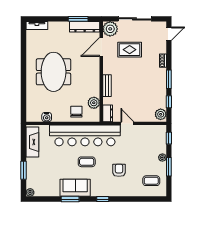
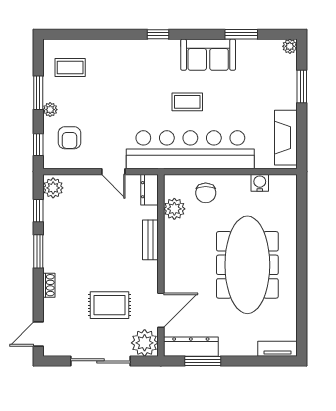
meeting table: (54, 72) -> (247, 265), width x1.36
armchair: (119, 170) -> (69, 138), moved
window: (70, 199) -> (241, 34), moved

